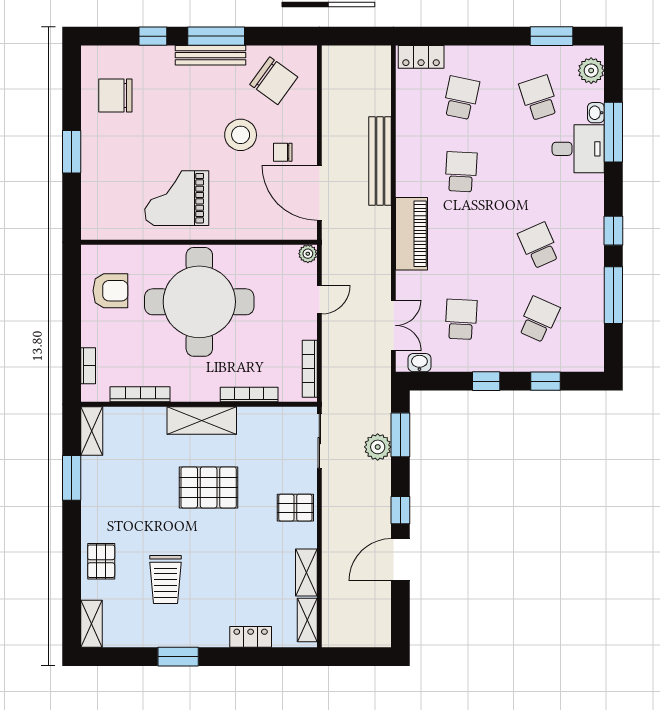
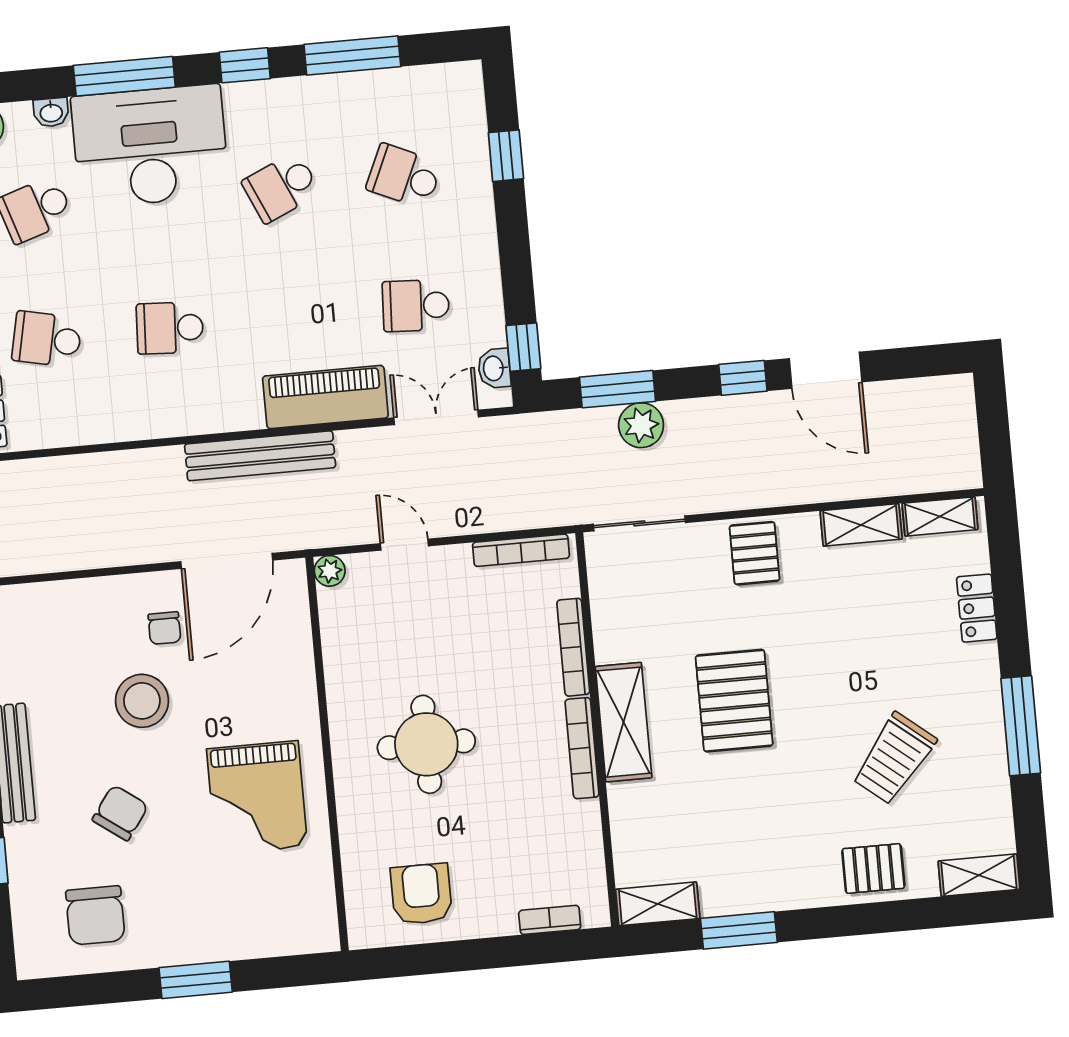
chair: (274, 81) -> (120, 813), moved, width x0.73, depth x0.73
window: (613, 132) -> (124, 76), moved
desk: (578, 149) -> (150, 146), width x1.87, depth x1.30
bench: (380, 161) -> (260, 456), moved
piano: (412, 234) -> (325, 397), moved
round table: (199, 302) -> (426, 744), width x0.54, depth x0.54
window: (486, 381) -> (523, 347), moved
bookcase: (140, 394) -> (582, 748), moved
trolley: (165, 579) -> (894, 759), turned 129
window: (178, 657) -> (1021, 726), width x1.44

